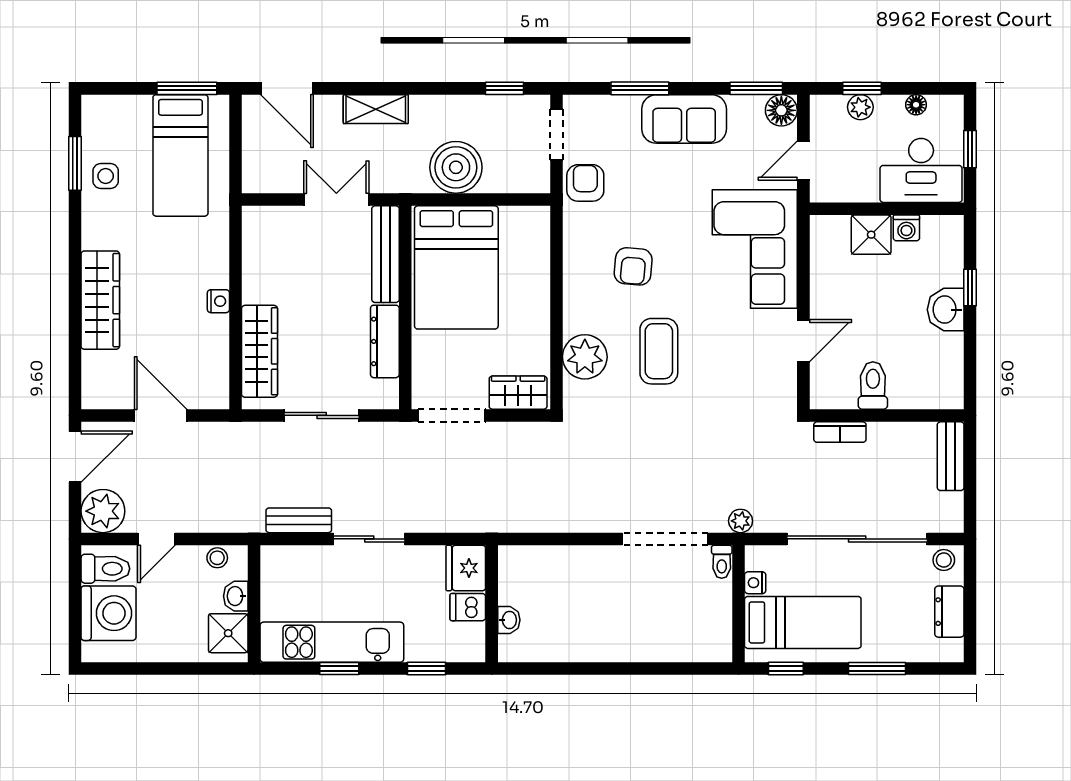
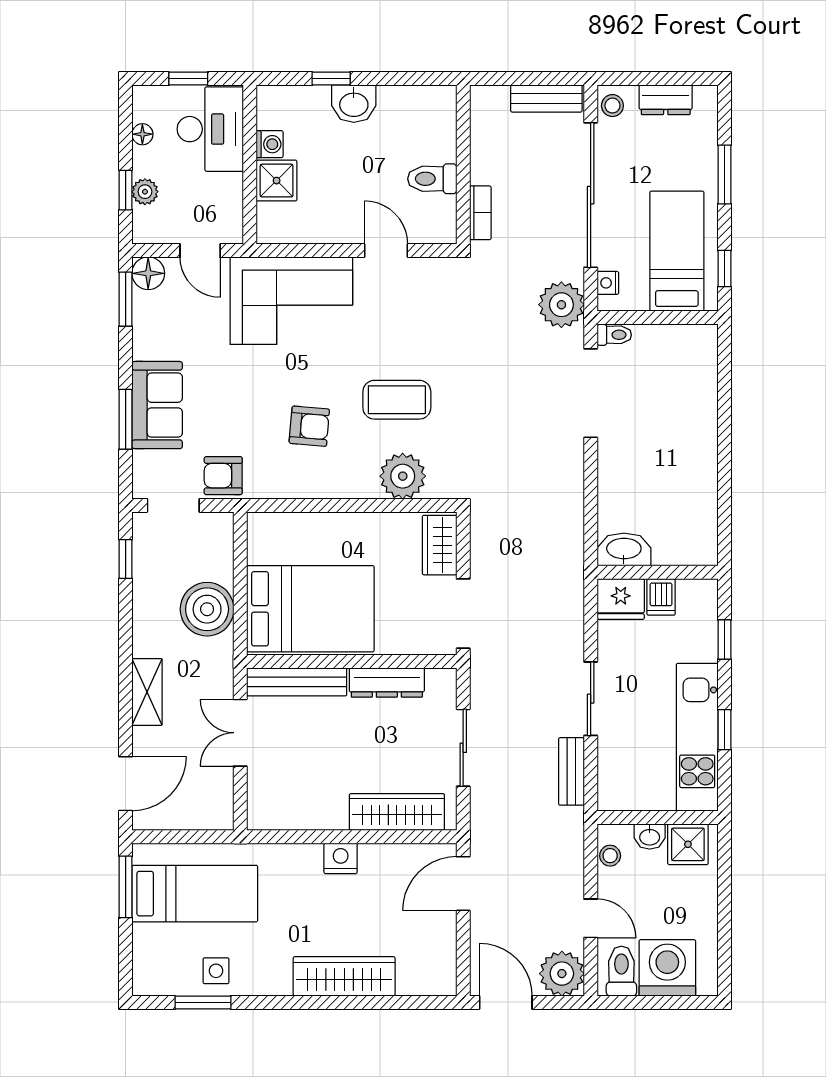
sofa: (684, 119) -> (157, 405), moved
nightstand: (218, 301) -> (341, 858), width x1.39, depth x1.35
door: (161, 415) -> (463, 884), moved
bench: (951, 456) -> (546, 99), moved
plant: (741, 521) -> (561, 305), width x1.88, depth x1.88
nightstand: (755, 583) -> (608, 283), moved, turned 90
washbasin: (509, 620) -> (624, 549), moved, width x1.91, depth x1.45

